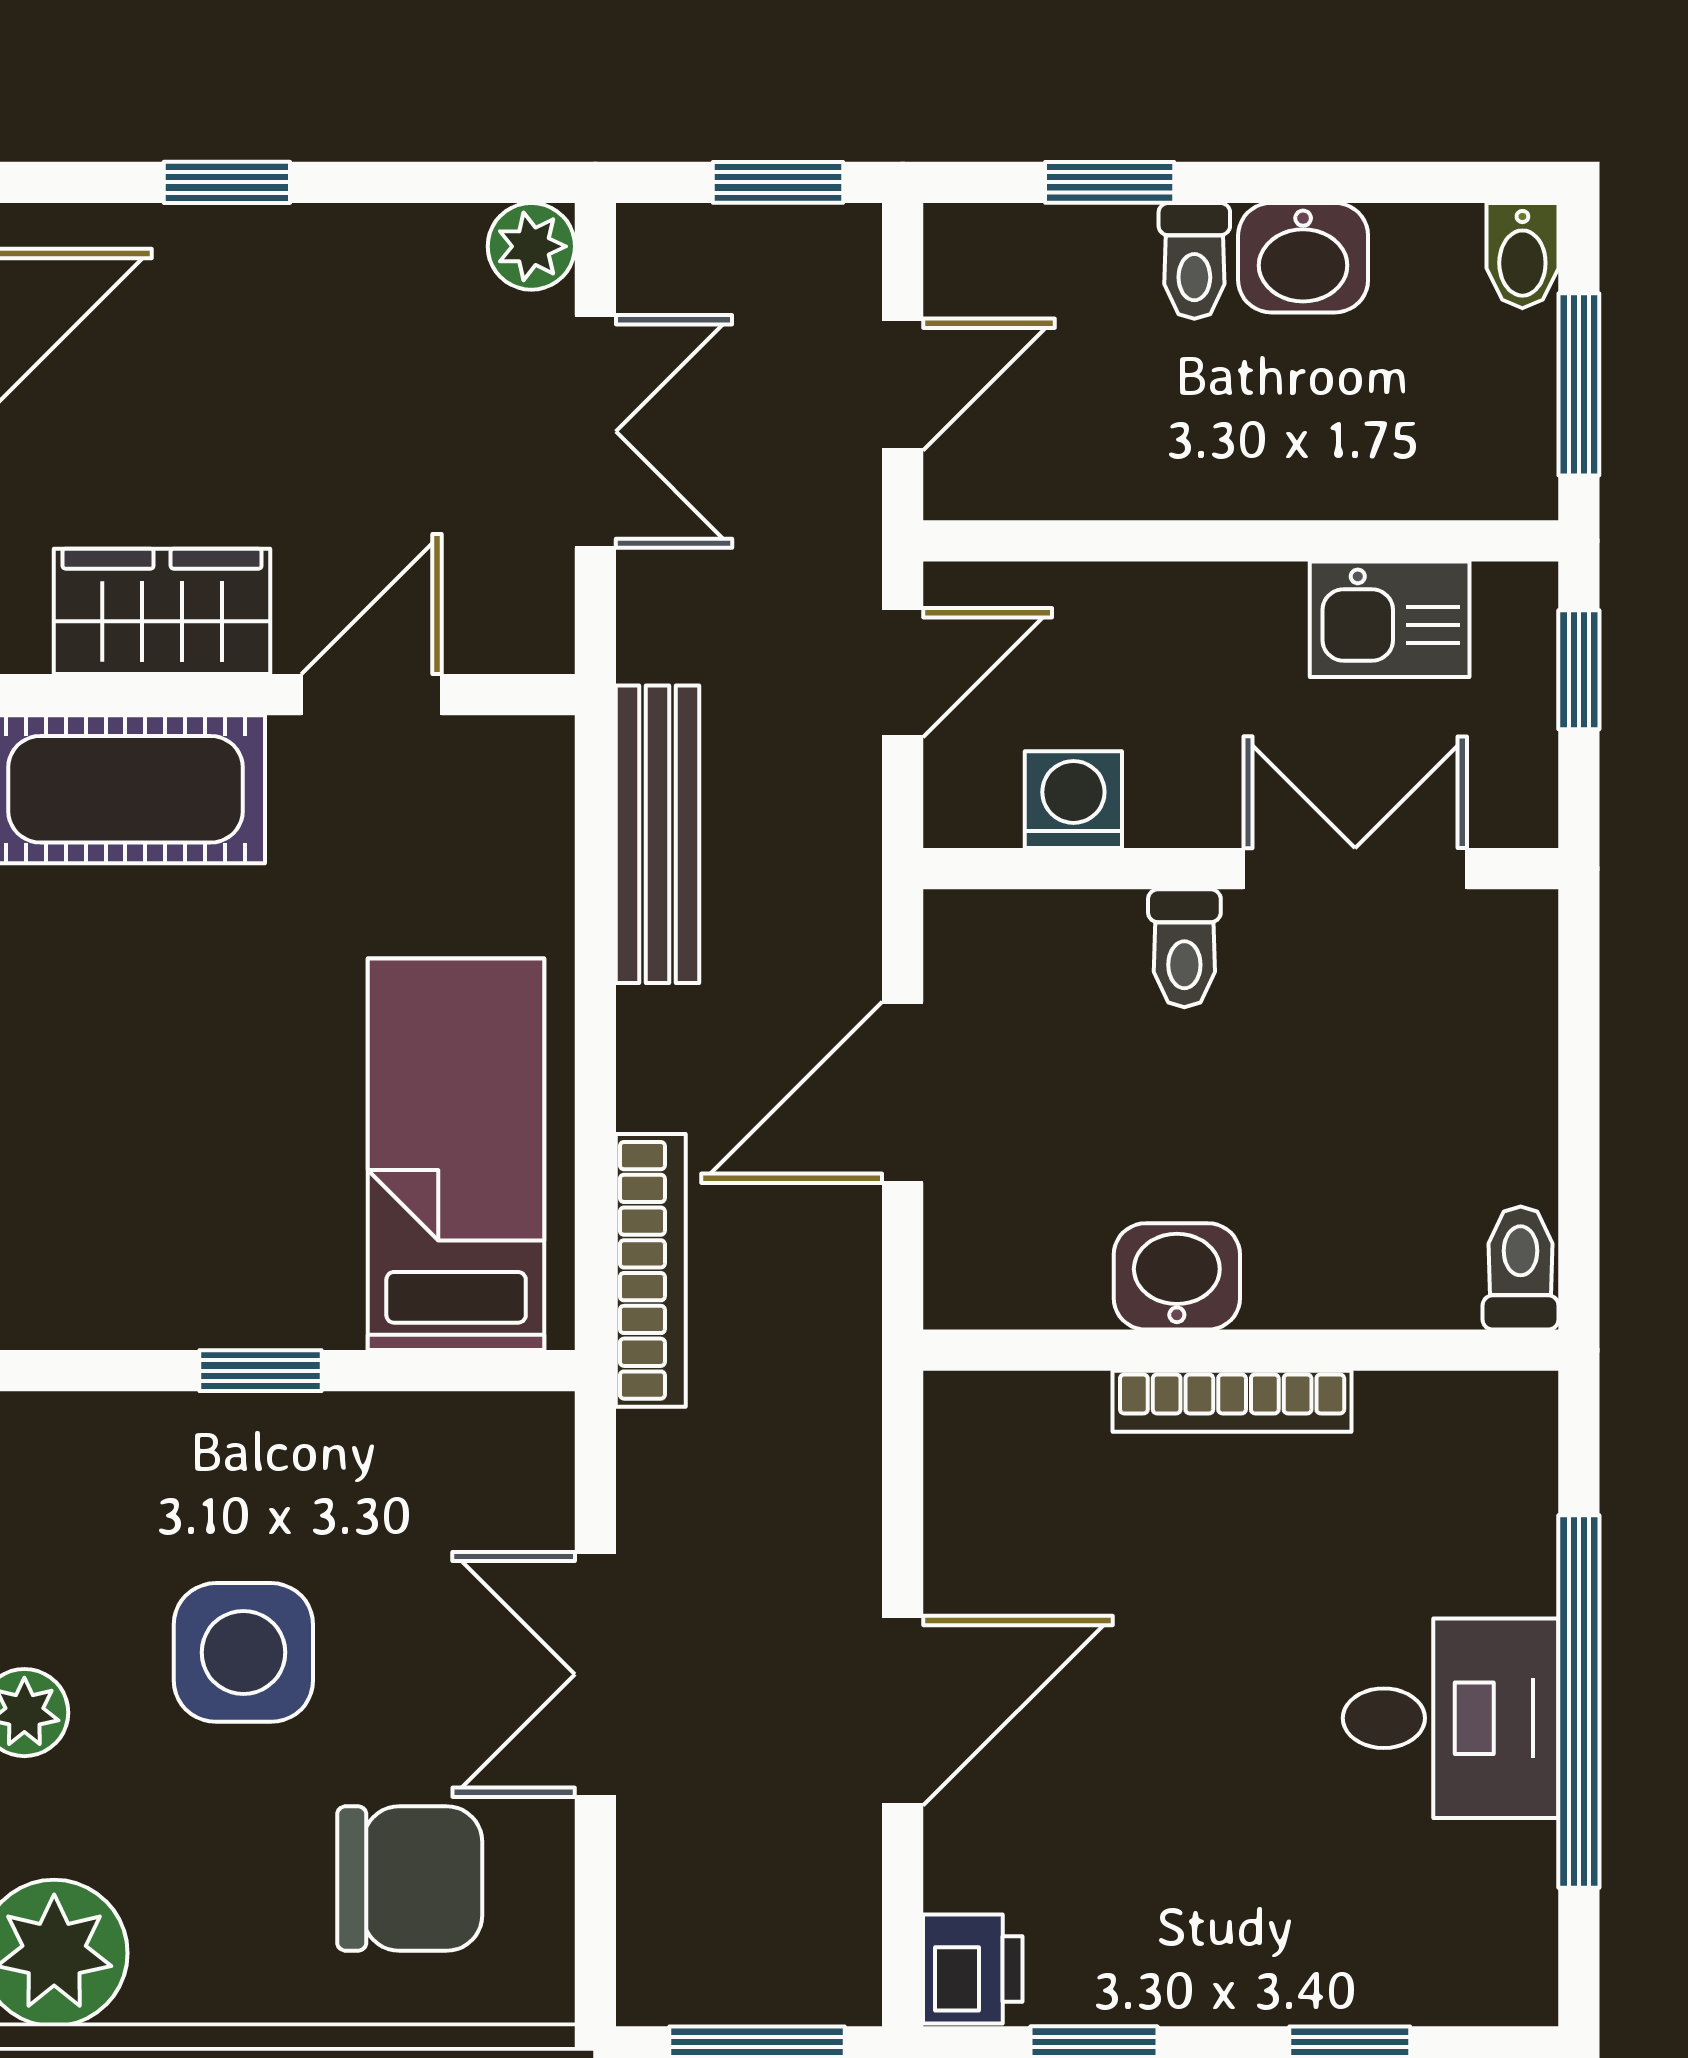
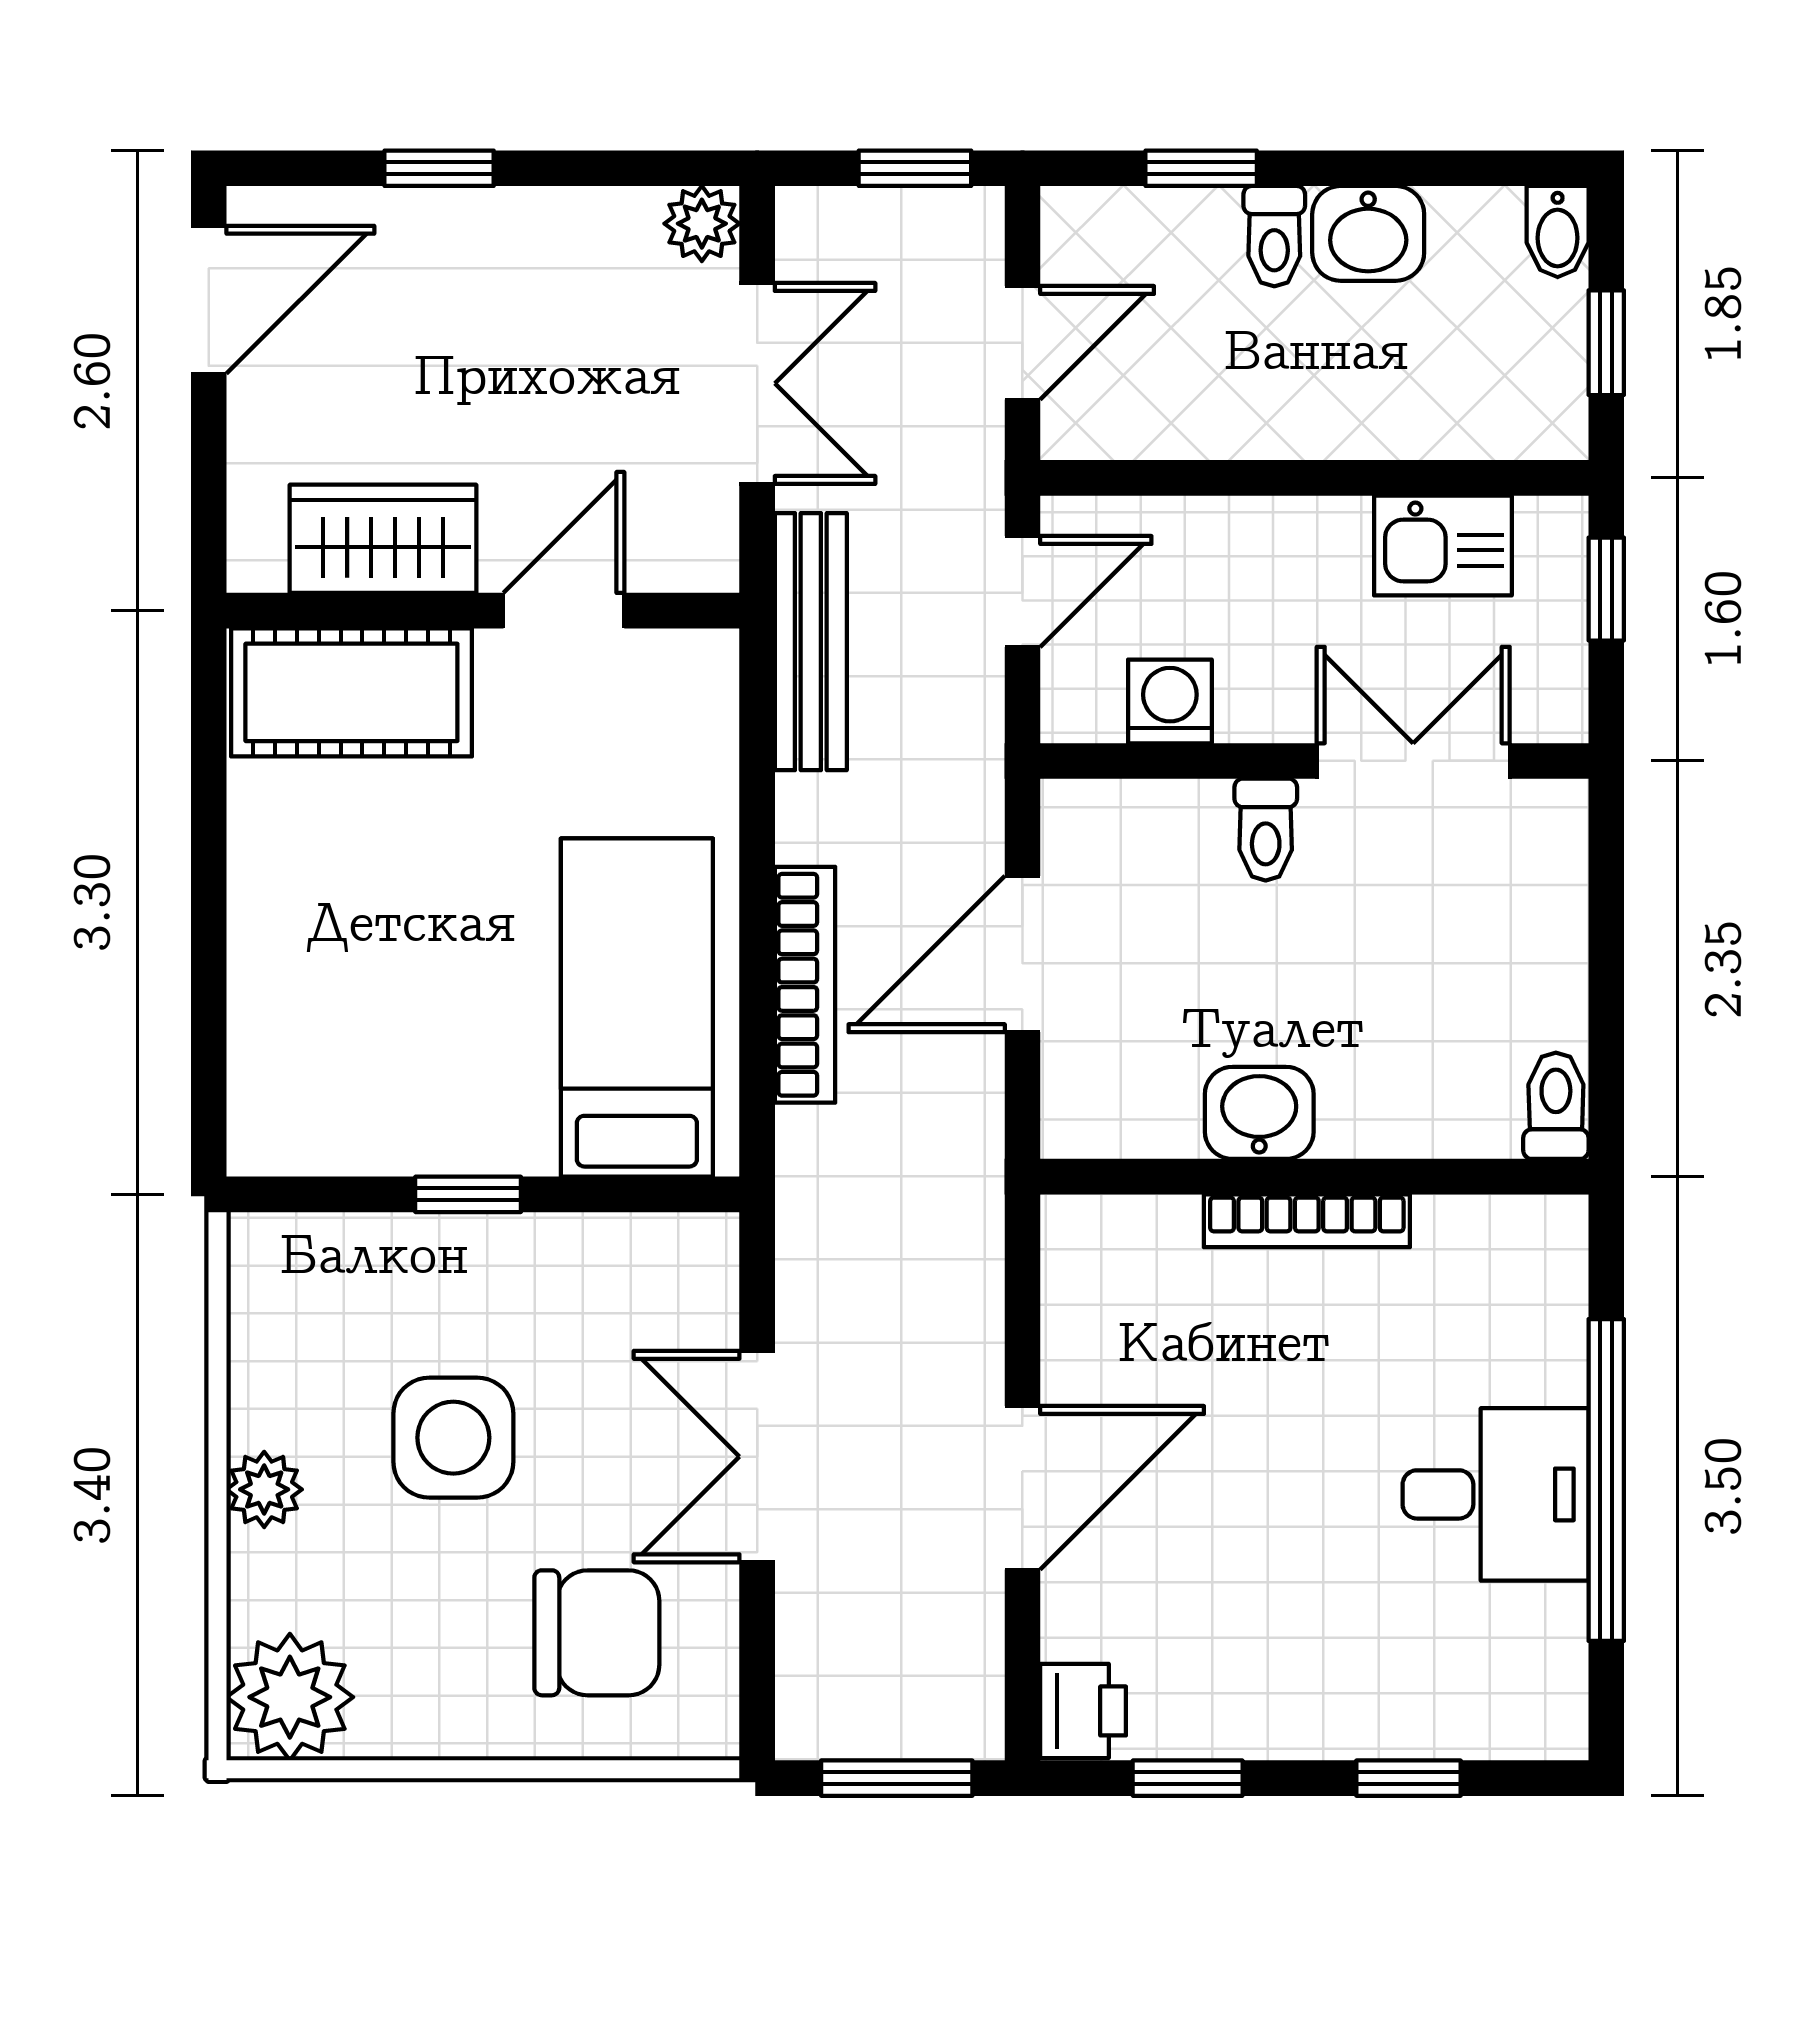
window: (1579, 384) -> (1606, 343), width x0.67
bench: (658, 834) -> (811, 642), moved
bookcase: (651, 1270) -> (805, 985), moved

